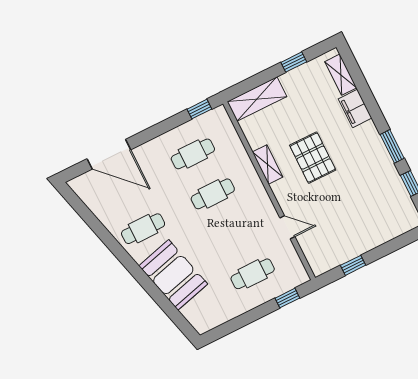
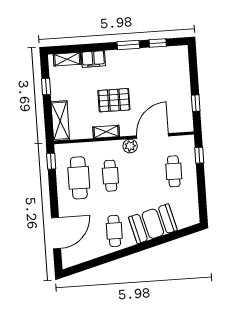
cafe table: (193, 154) -> (79, 178), width x1.37, depth x1.35
plant: (262, 203) -> (130, 146), added
door: (287, 227) -> (153, 136), width x1.87

